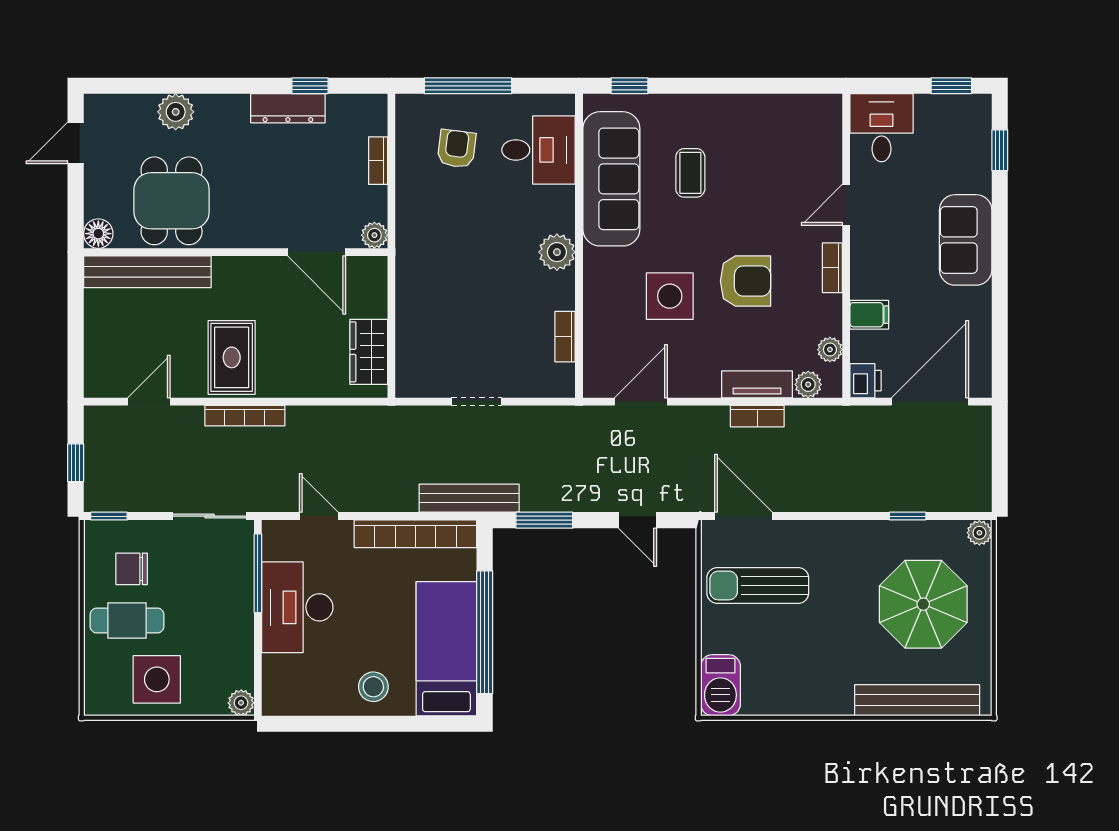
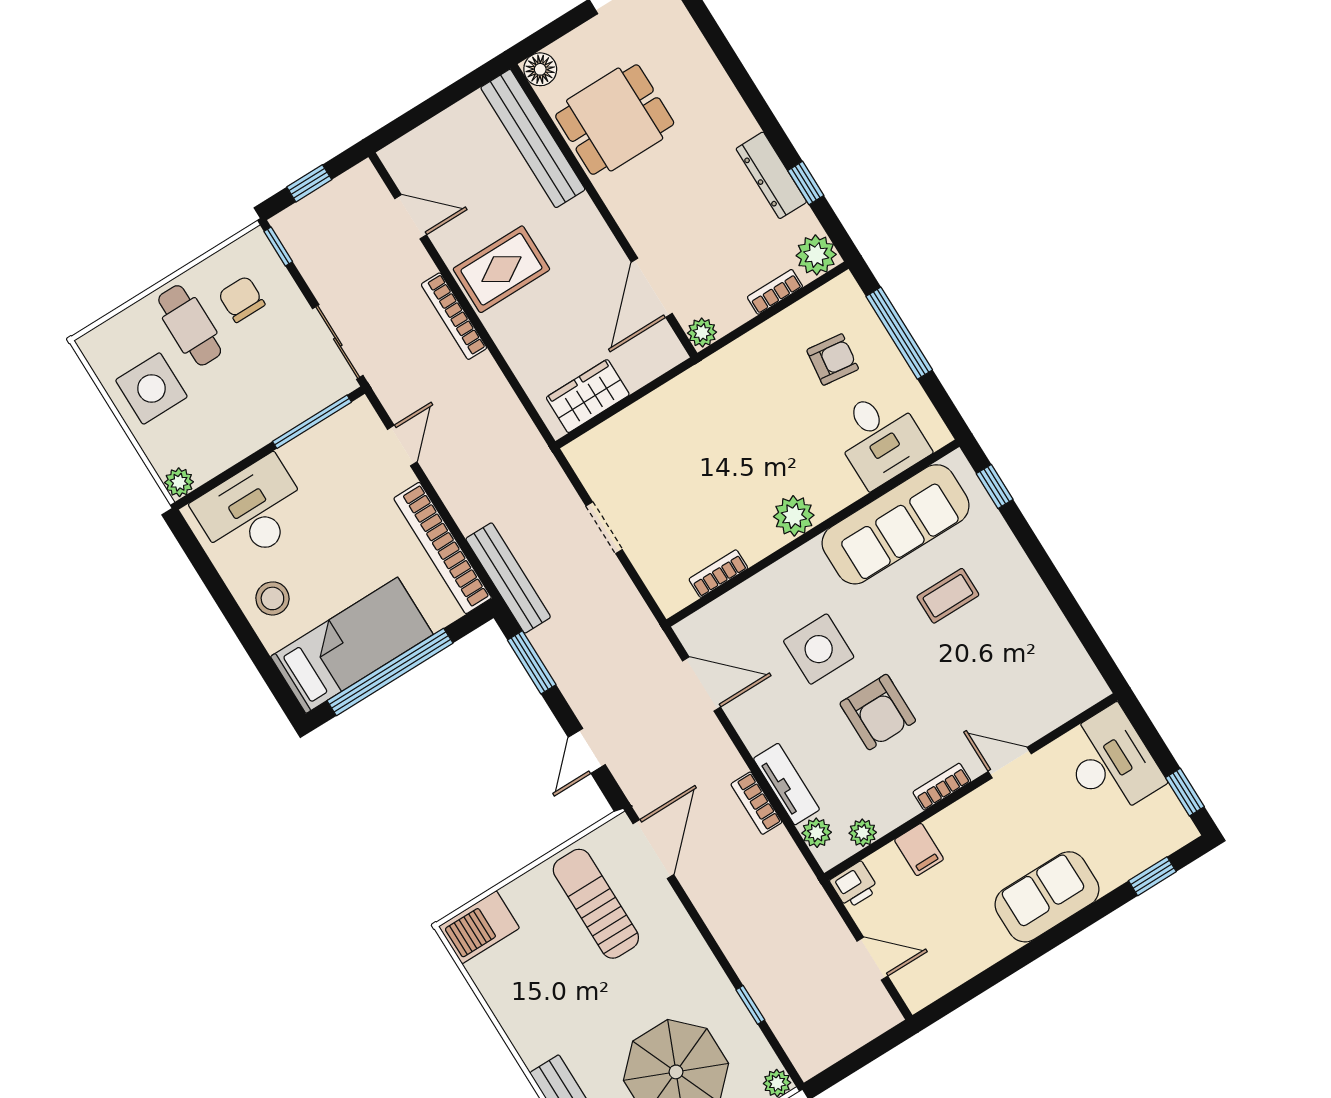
plant: (176, 112) -> (816, 255), moved
desk: (881, 128) -> (1111, 762), width x1.37
door: (930, 402) -> (872, 959), width x0.53
desk: (297, 607) -> (252, 511), moved

